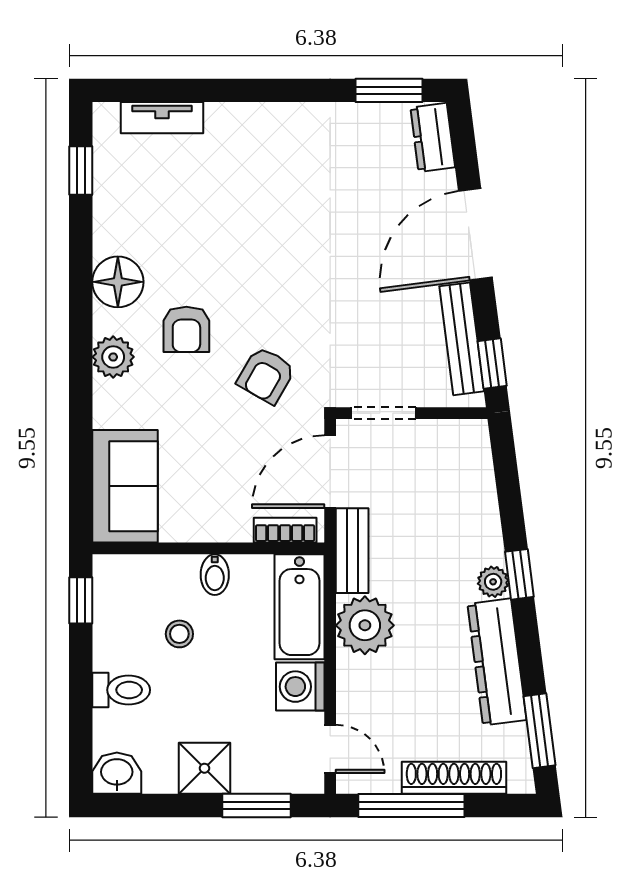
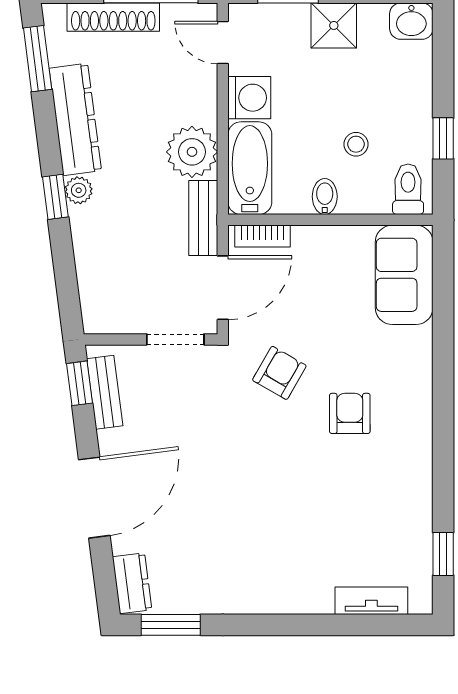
floor lamp: (118, 282) -> (410, 455), removed
bench: (462, 339) -> (105, 392), width x0.73
plant: (113, 357) -> (415, 389), removed
window: (81, 600) -> (443, 138), moved
toilet: (121, 690) -> (408, 189), moved, turned 90

